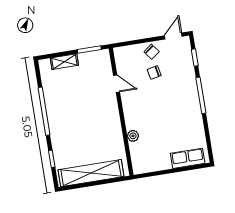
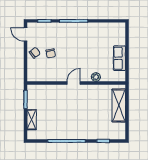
door: (117, 84) -> (74, 83), moved
row of seats: (188, 158) -> (119, 58), moved
shelving: (91, 173) -> (119, 105), width x0.68

